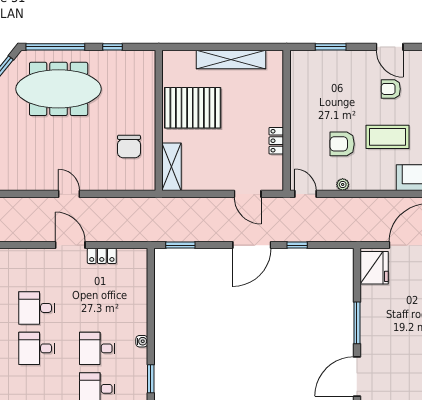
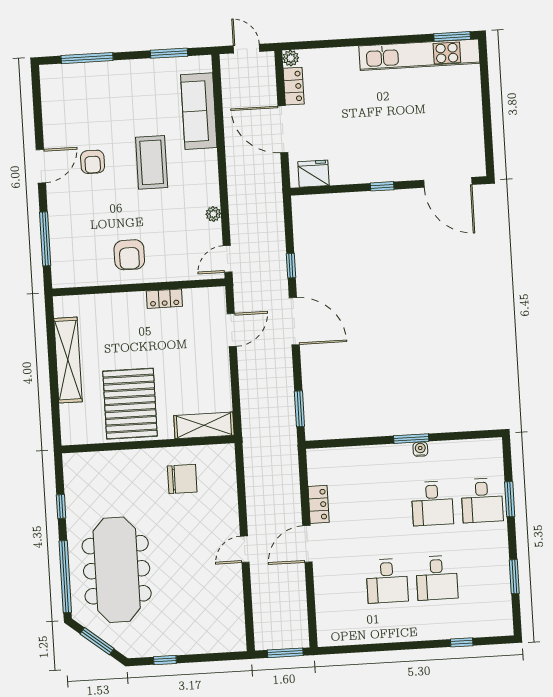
window: (331, 47) -> (45, 239), width x1.44
armchair: (342, 144) -> (129, 255), moved
fridge: (374, 268) -> (313, 174), width x0.73, depth x0.75
window: (357, 323) -> (382, 186), width x0.46
window: (151, 379) -> (411, 439), moved

